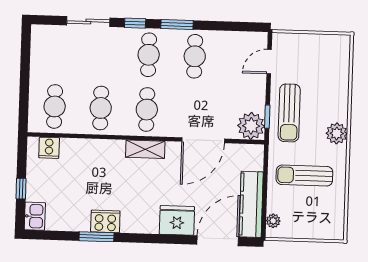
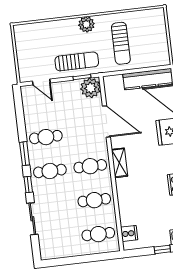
plant: (273, 221) -> (158, 61), removed

